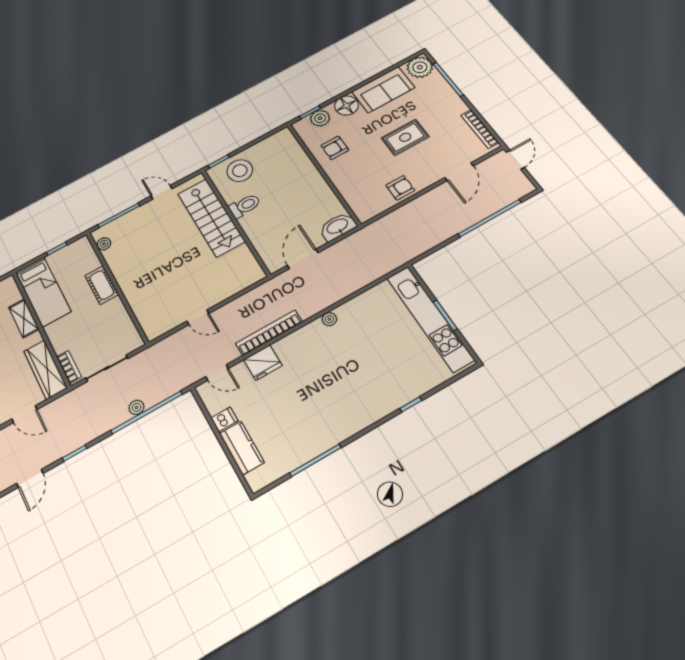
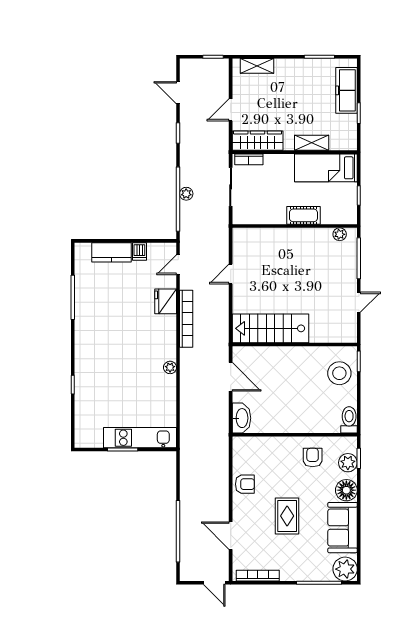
armchair: (400, 188) -> (245, 484), turned -90
toilet: (245, 206) -> (349, 420), moved, turned 180
stairs: (211, 218) -> (270, 328), moved
kitchen unit: (430, 318) -> (140, 438), width x0.73

